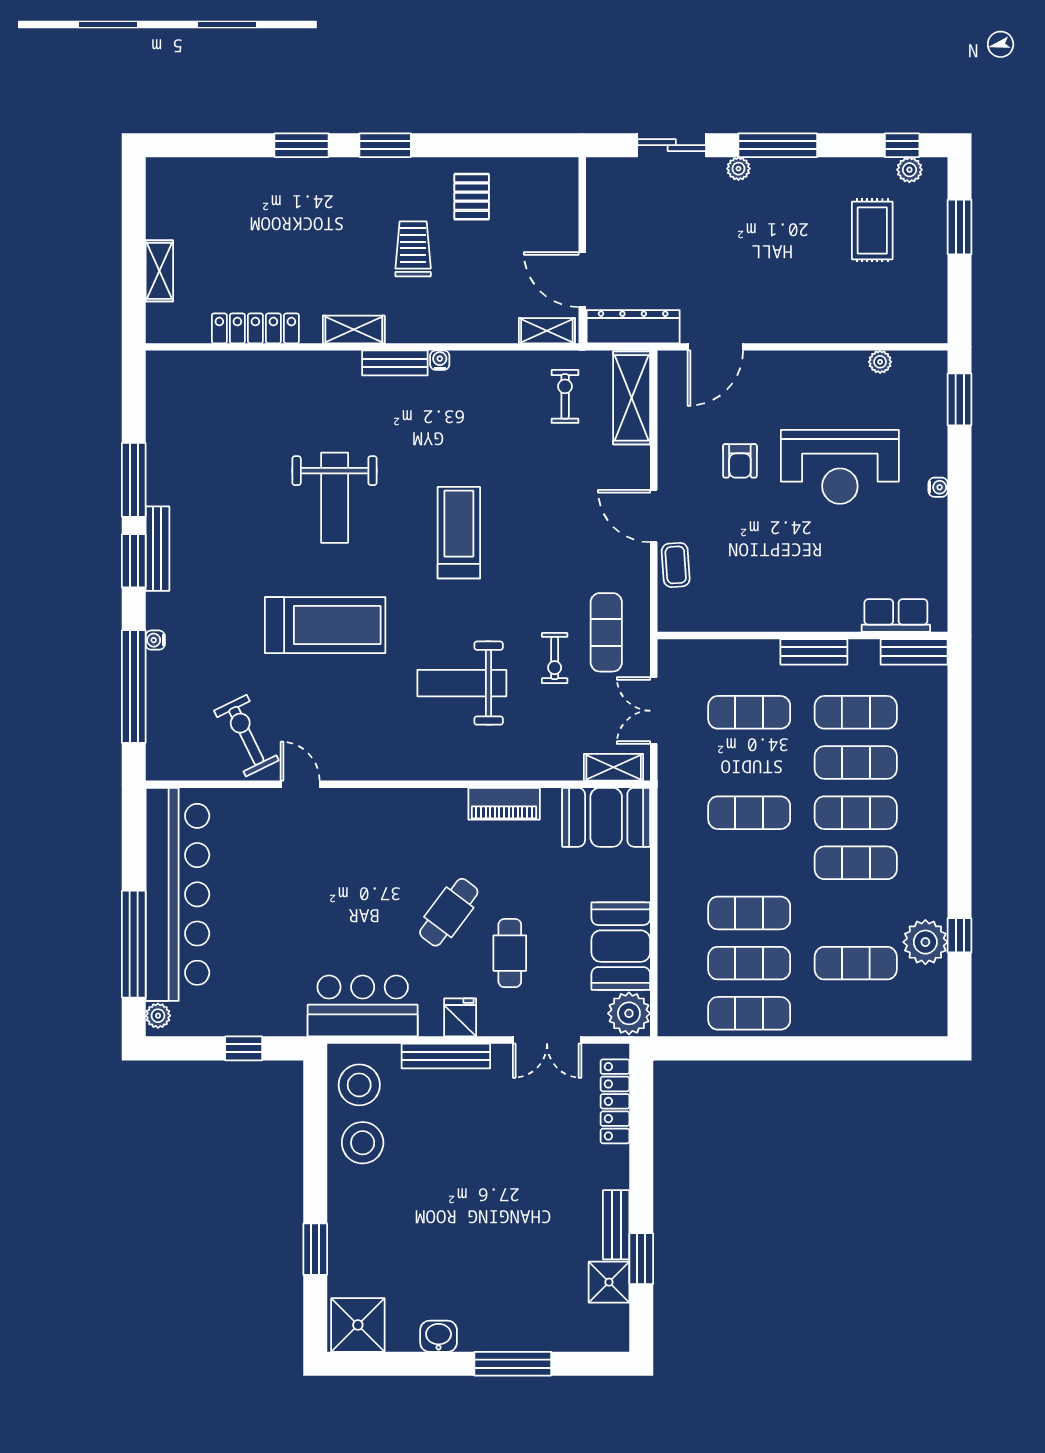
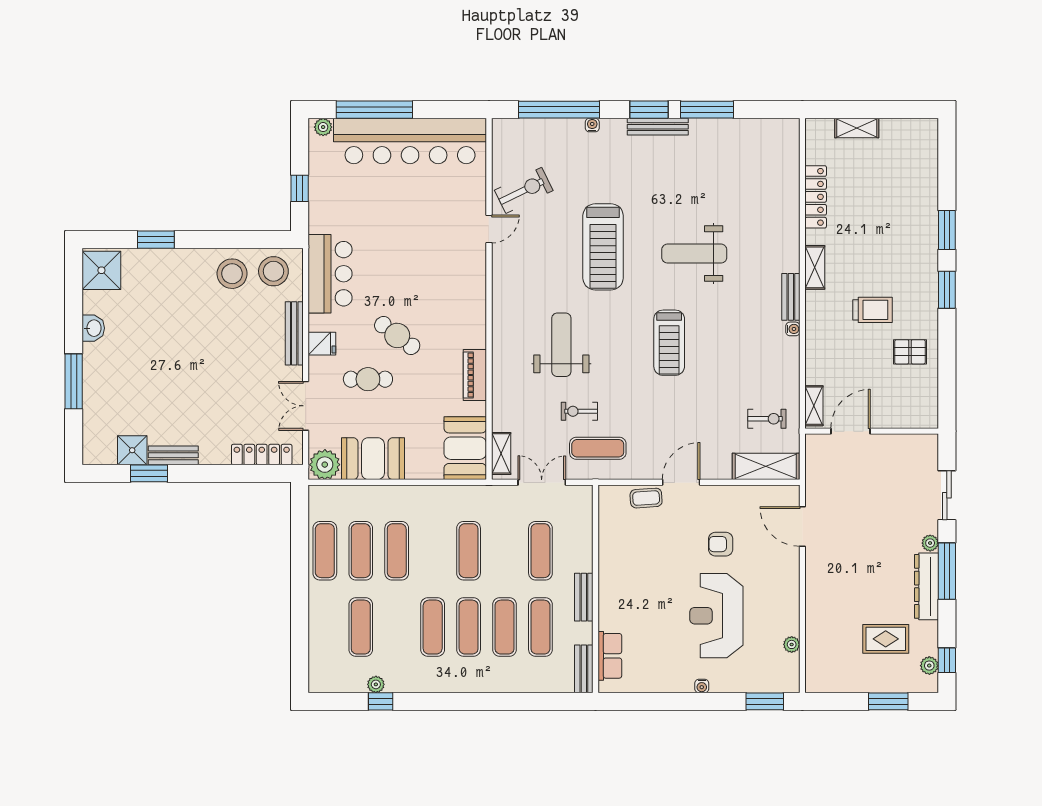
dresser: (633, 327) -> (926, 586), moved, turned 180
treadmill: (459, 533) -> (669, 343), turned 90
plant: (925, 942) -> (376, 684), width x0.53, depth x0.53

